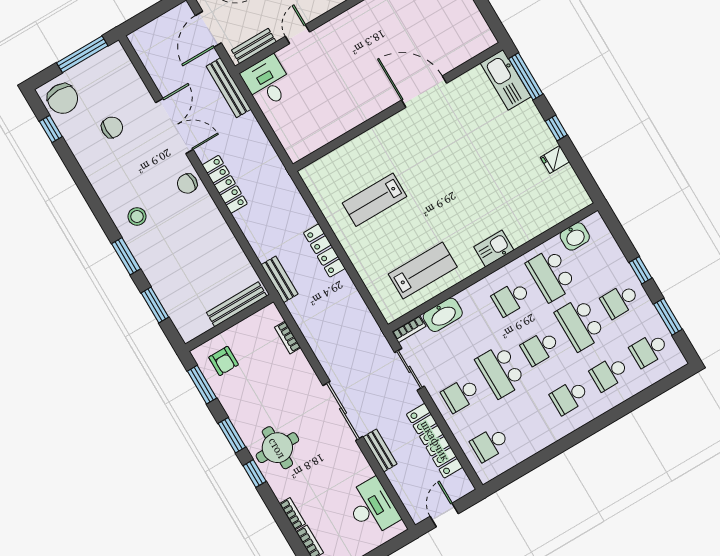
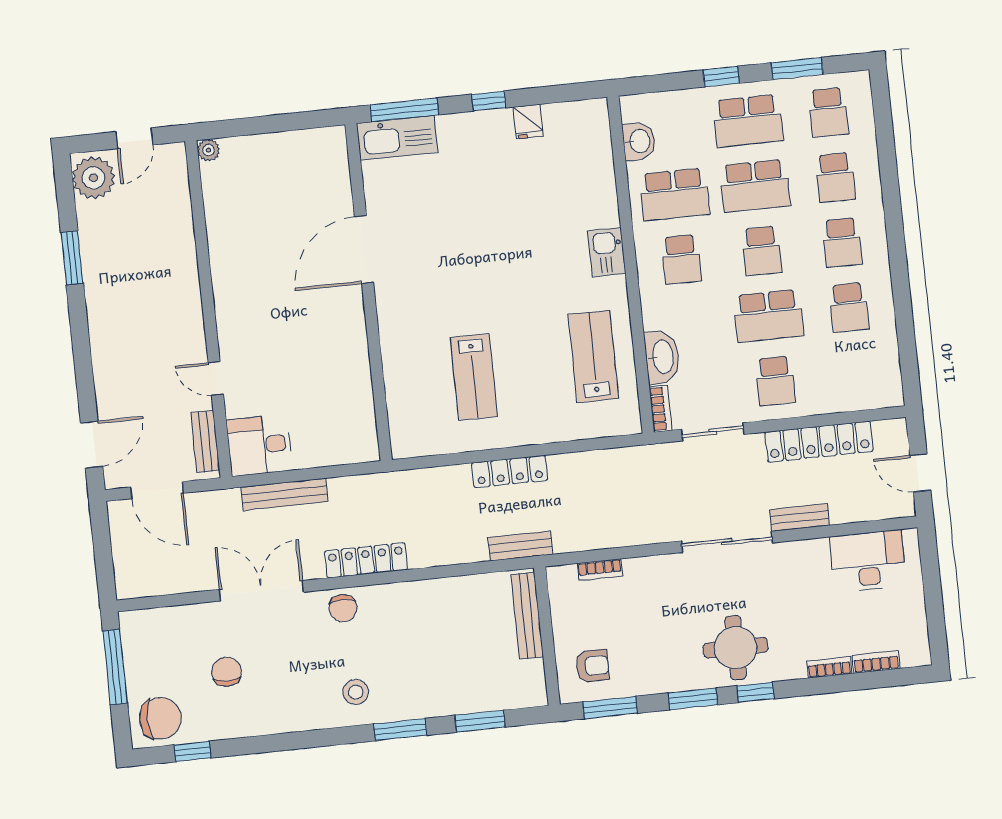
bench: (229, 88) -> (284, 494), moved
school desk: (620, 301) -> (748, 121), width x1.85
school desk: (490, 444) -> (849, 307), moved

